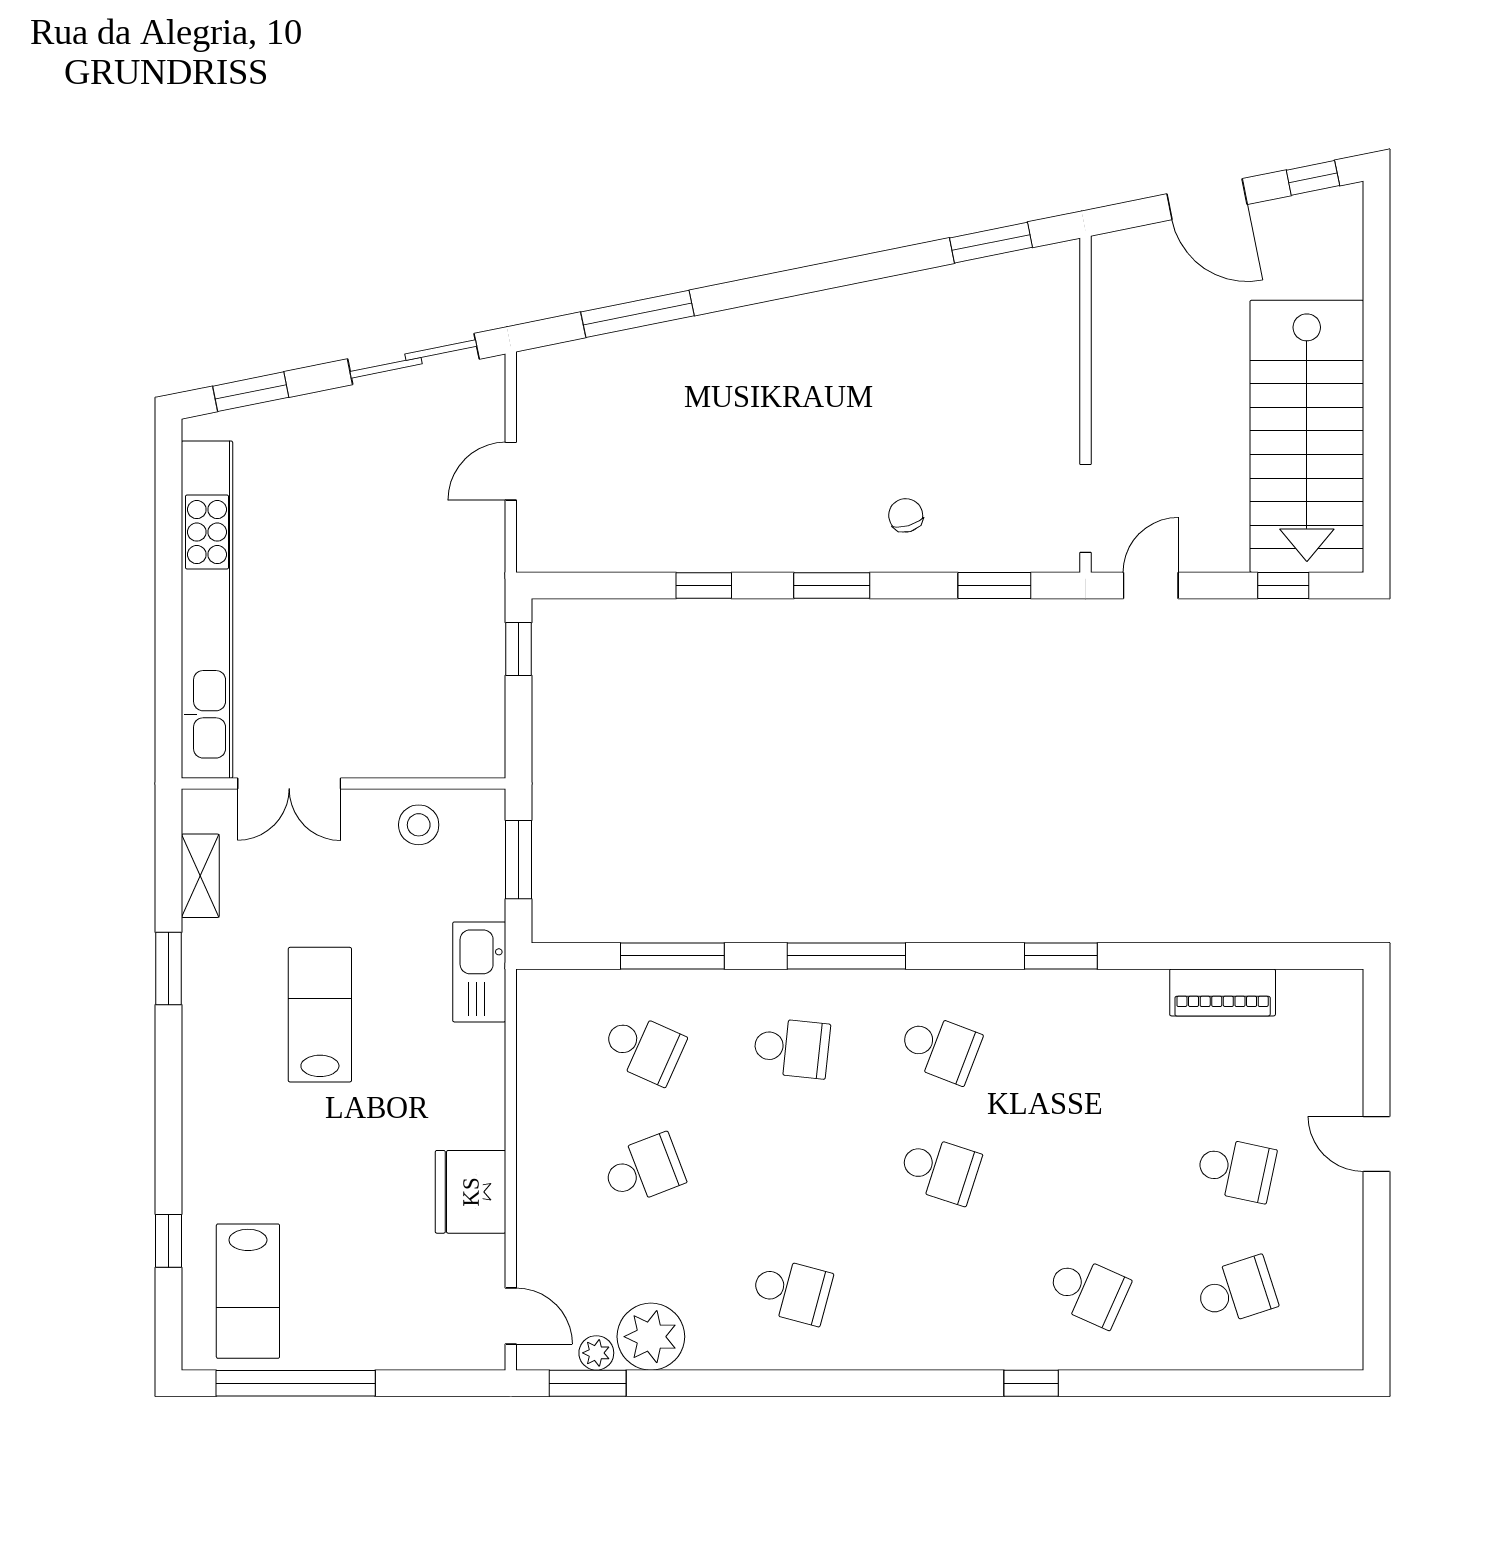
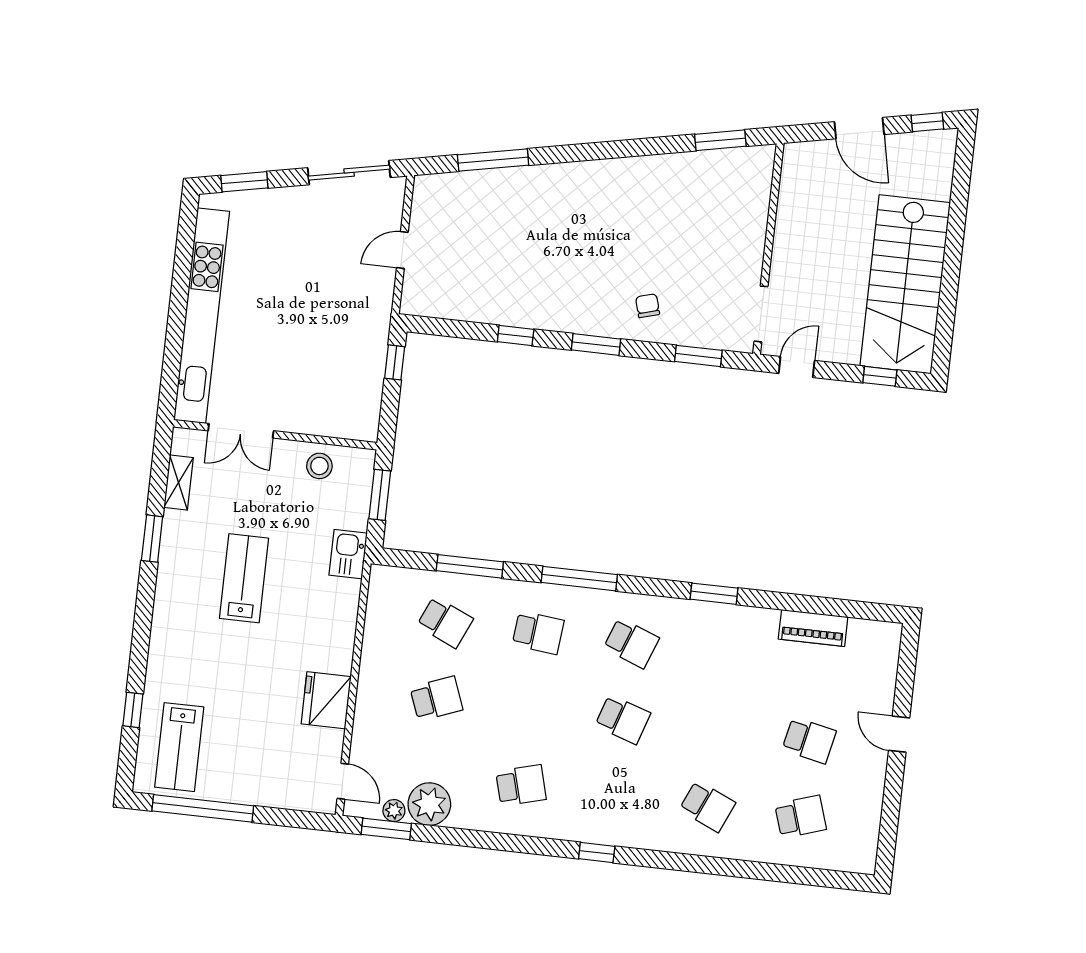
kitchen sink: (479, 972) -> (348, 554), width x0.73
school desk: (792, 1291) -> (521, 785), turned -30
window: (1031, 1383) -> (597, 853), moved

